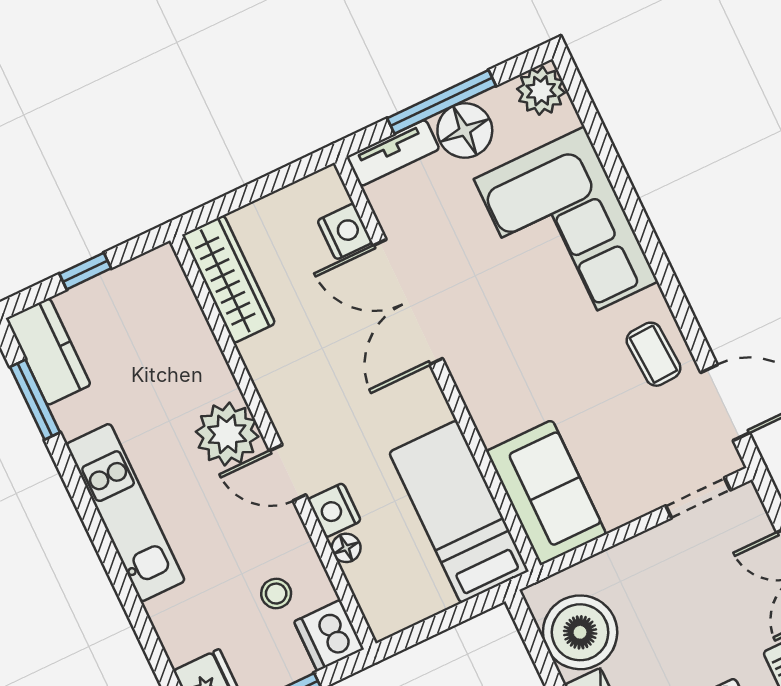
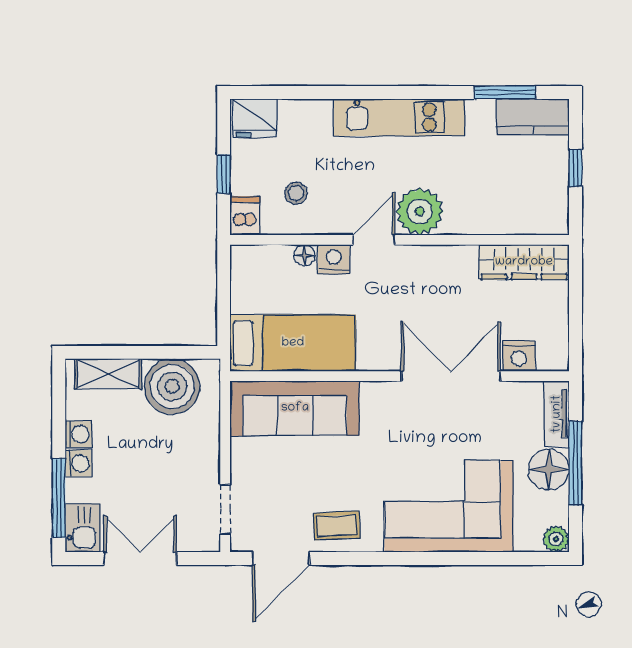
plant: (541, 91) -> (556, 539), width x0.73, depth x0.73
sofa: (546, 493) -> (295, 408), width x1.36
dishwasher: (329, 635) -> (245, 216), width x0.73

